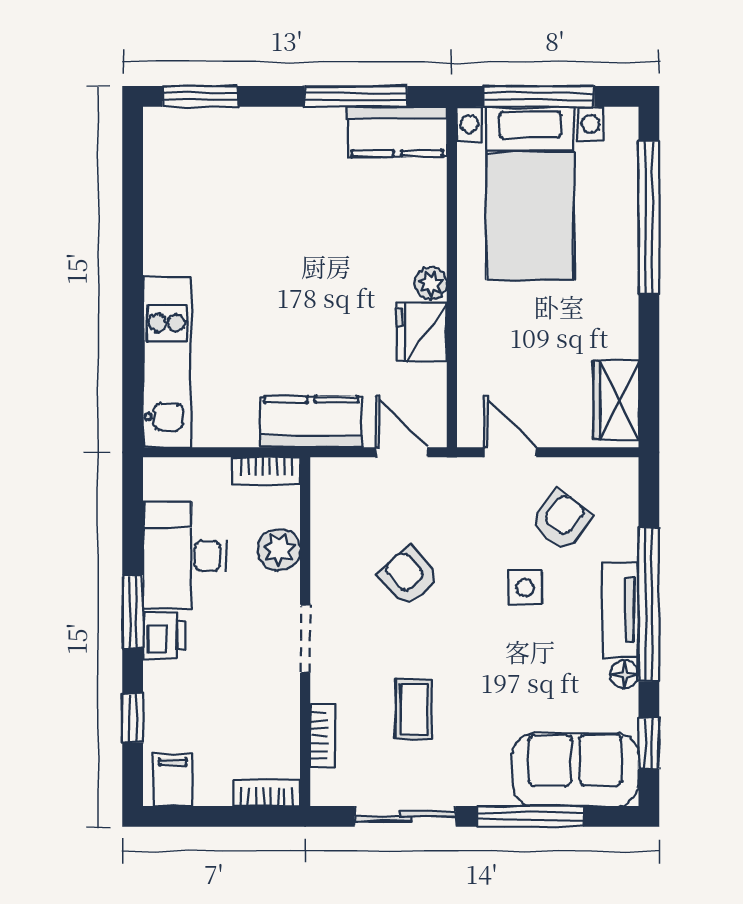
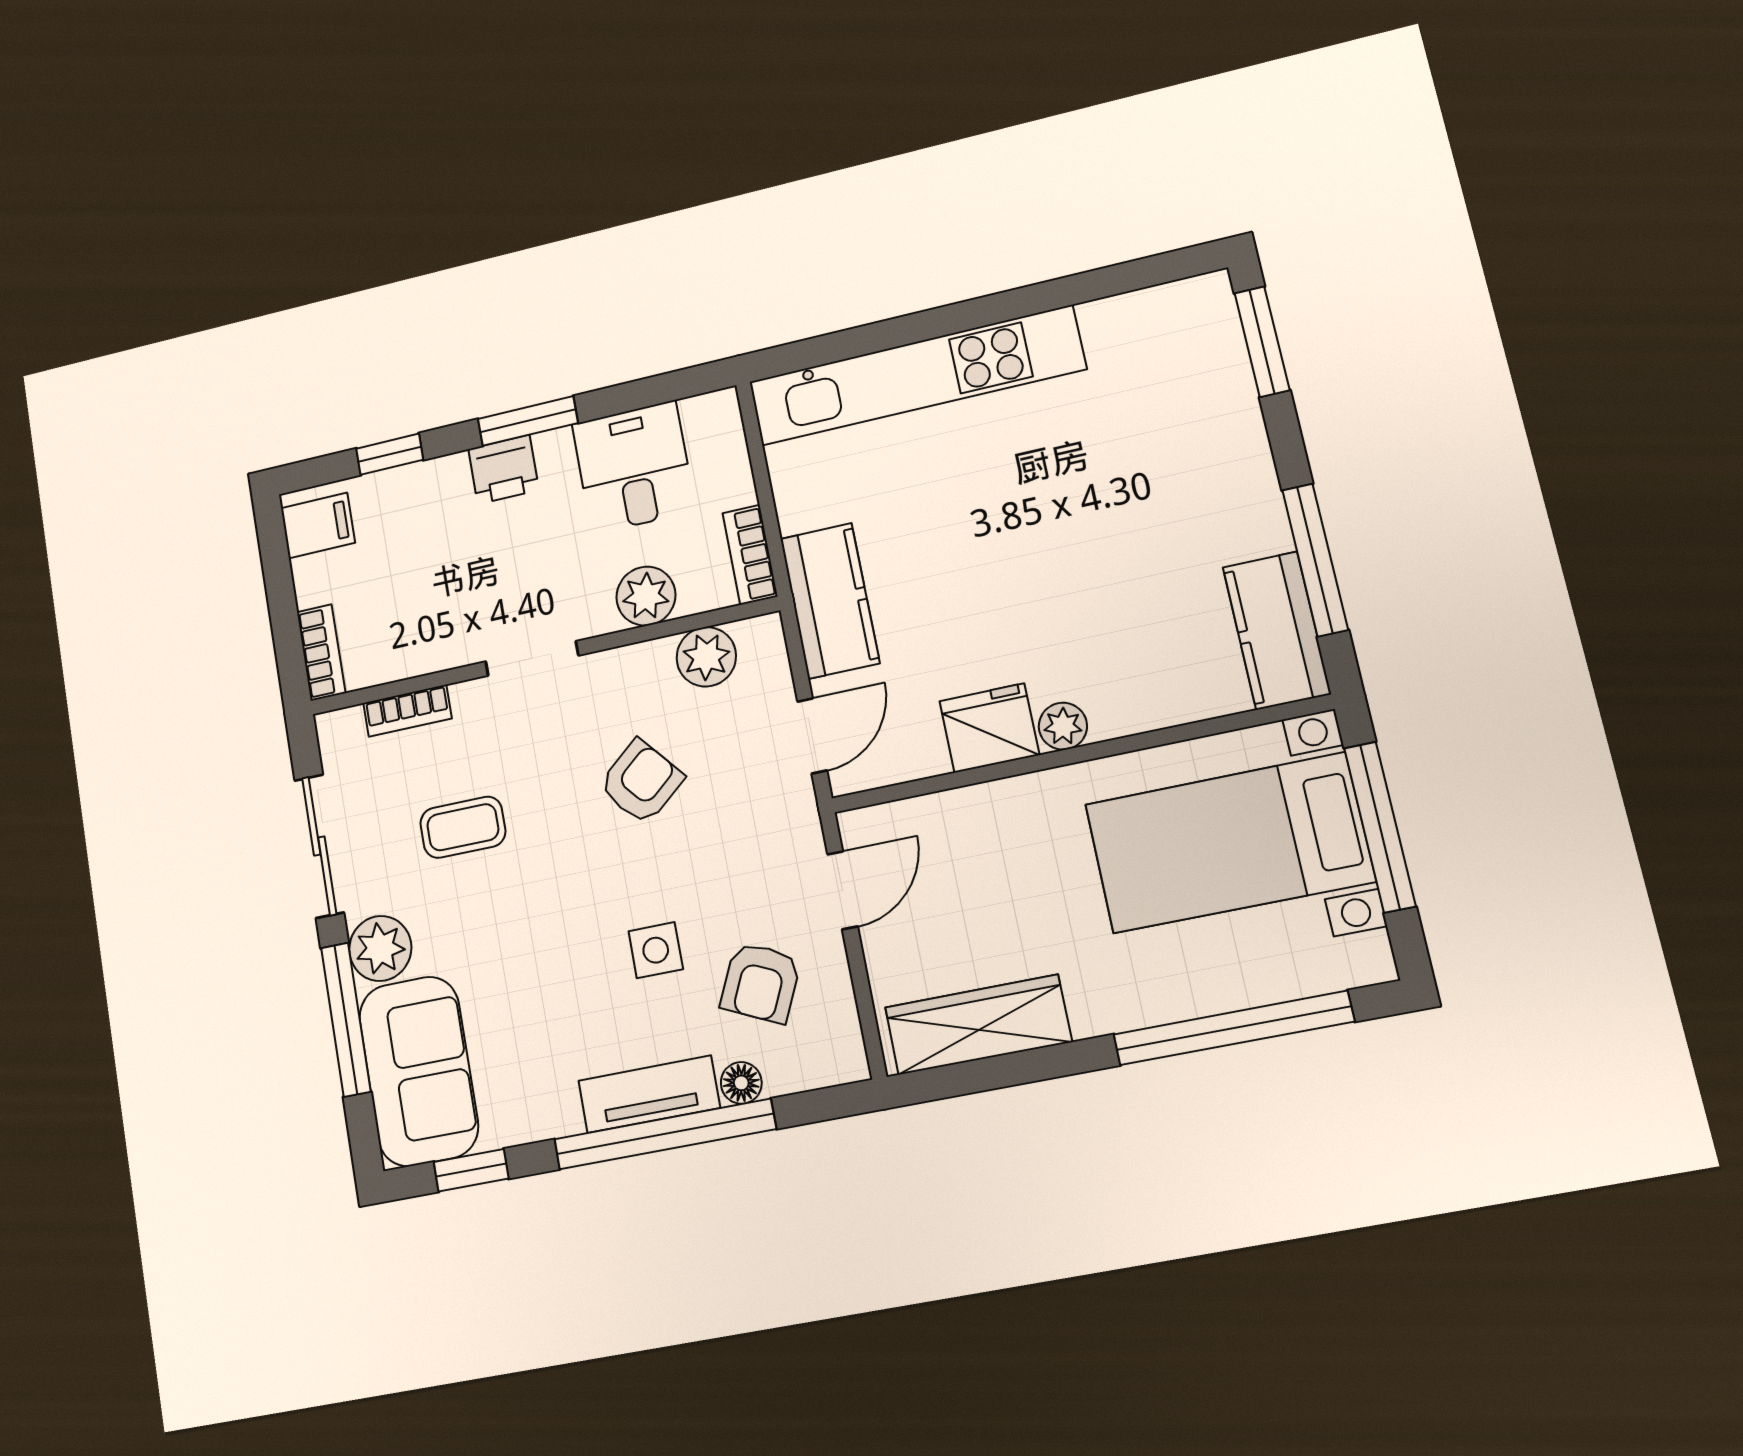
kitchen unit: (167, 362) -> (916, 376), width x1.36
wardrobe: (616, 400) -> (978, 1025), width x1.50
plant: (331, 515) -> (706, 657), added
armchair: (561, 520) -> (761, 983), turned 77
desk: (185, 556) -> (634, 467), width x0.73
floor lamp: (625, 675) -> (741, 1083), moved
plant: (486, 783) -> (380, 948), added

